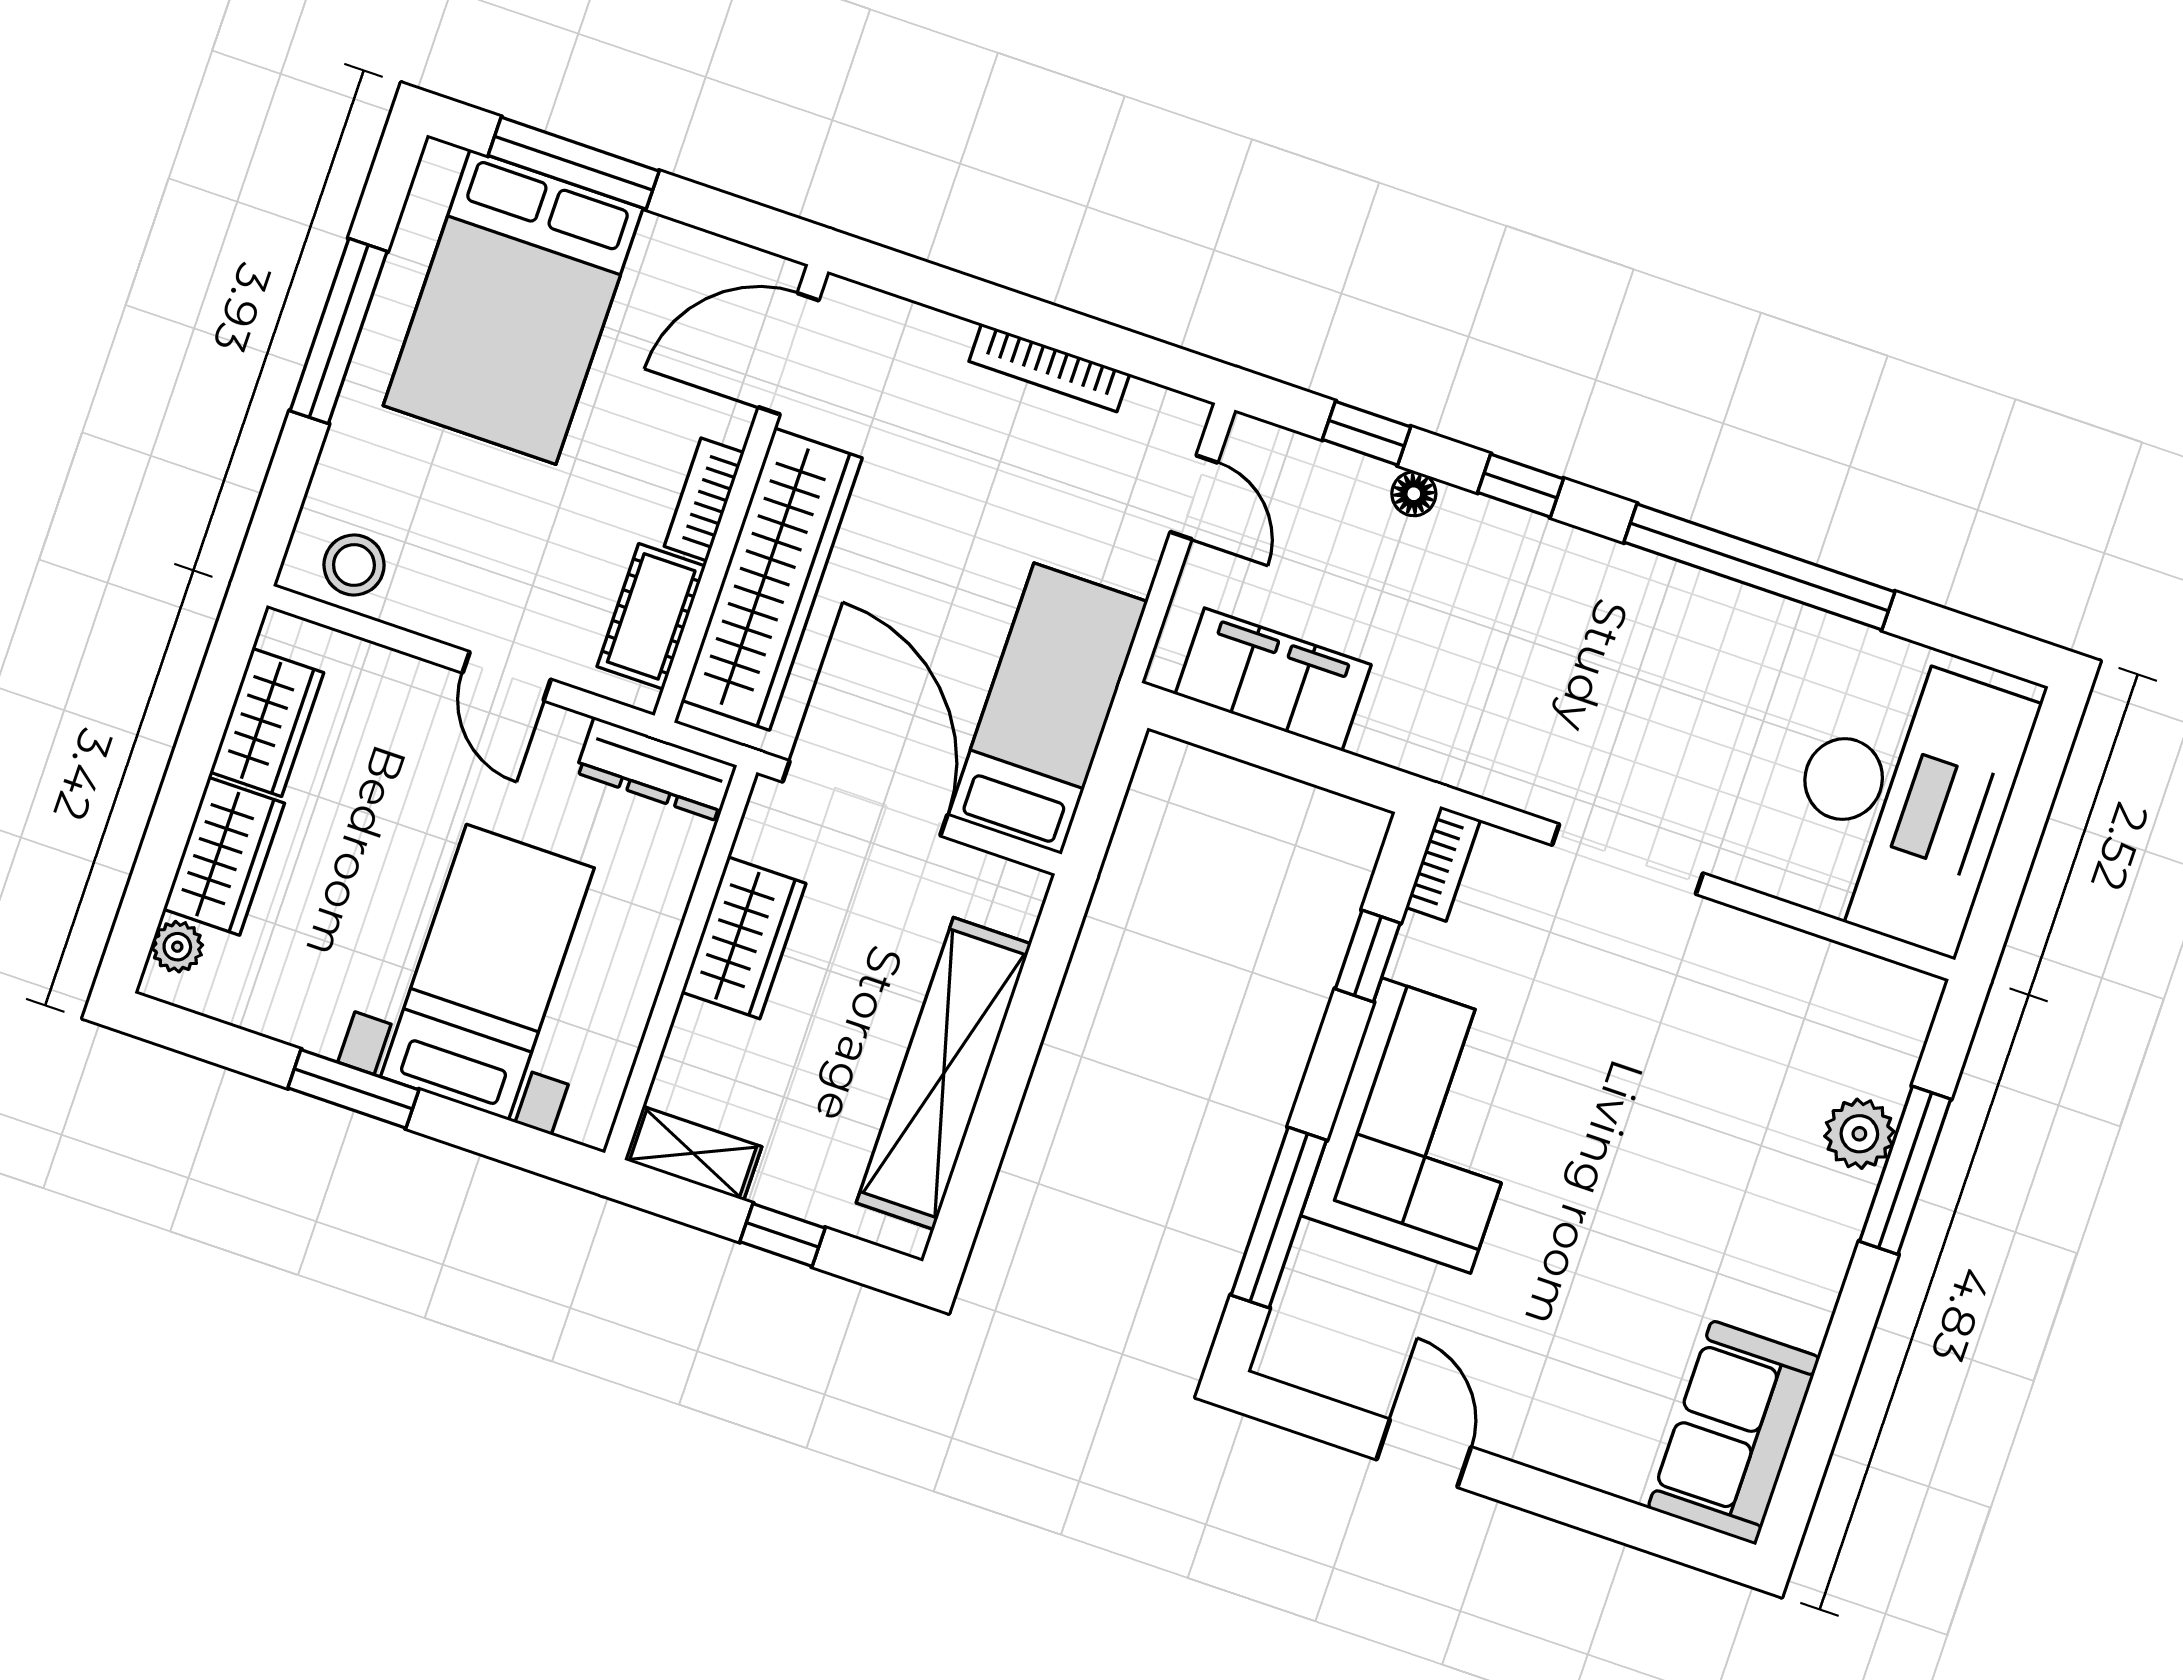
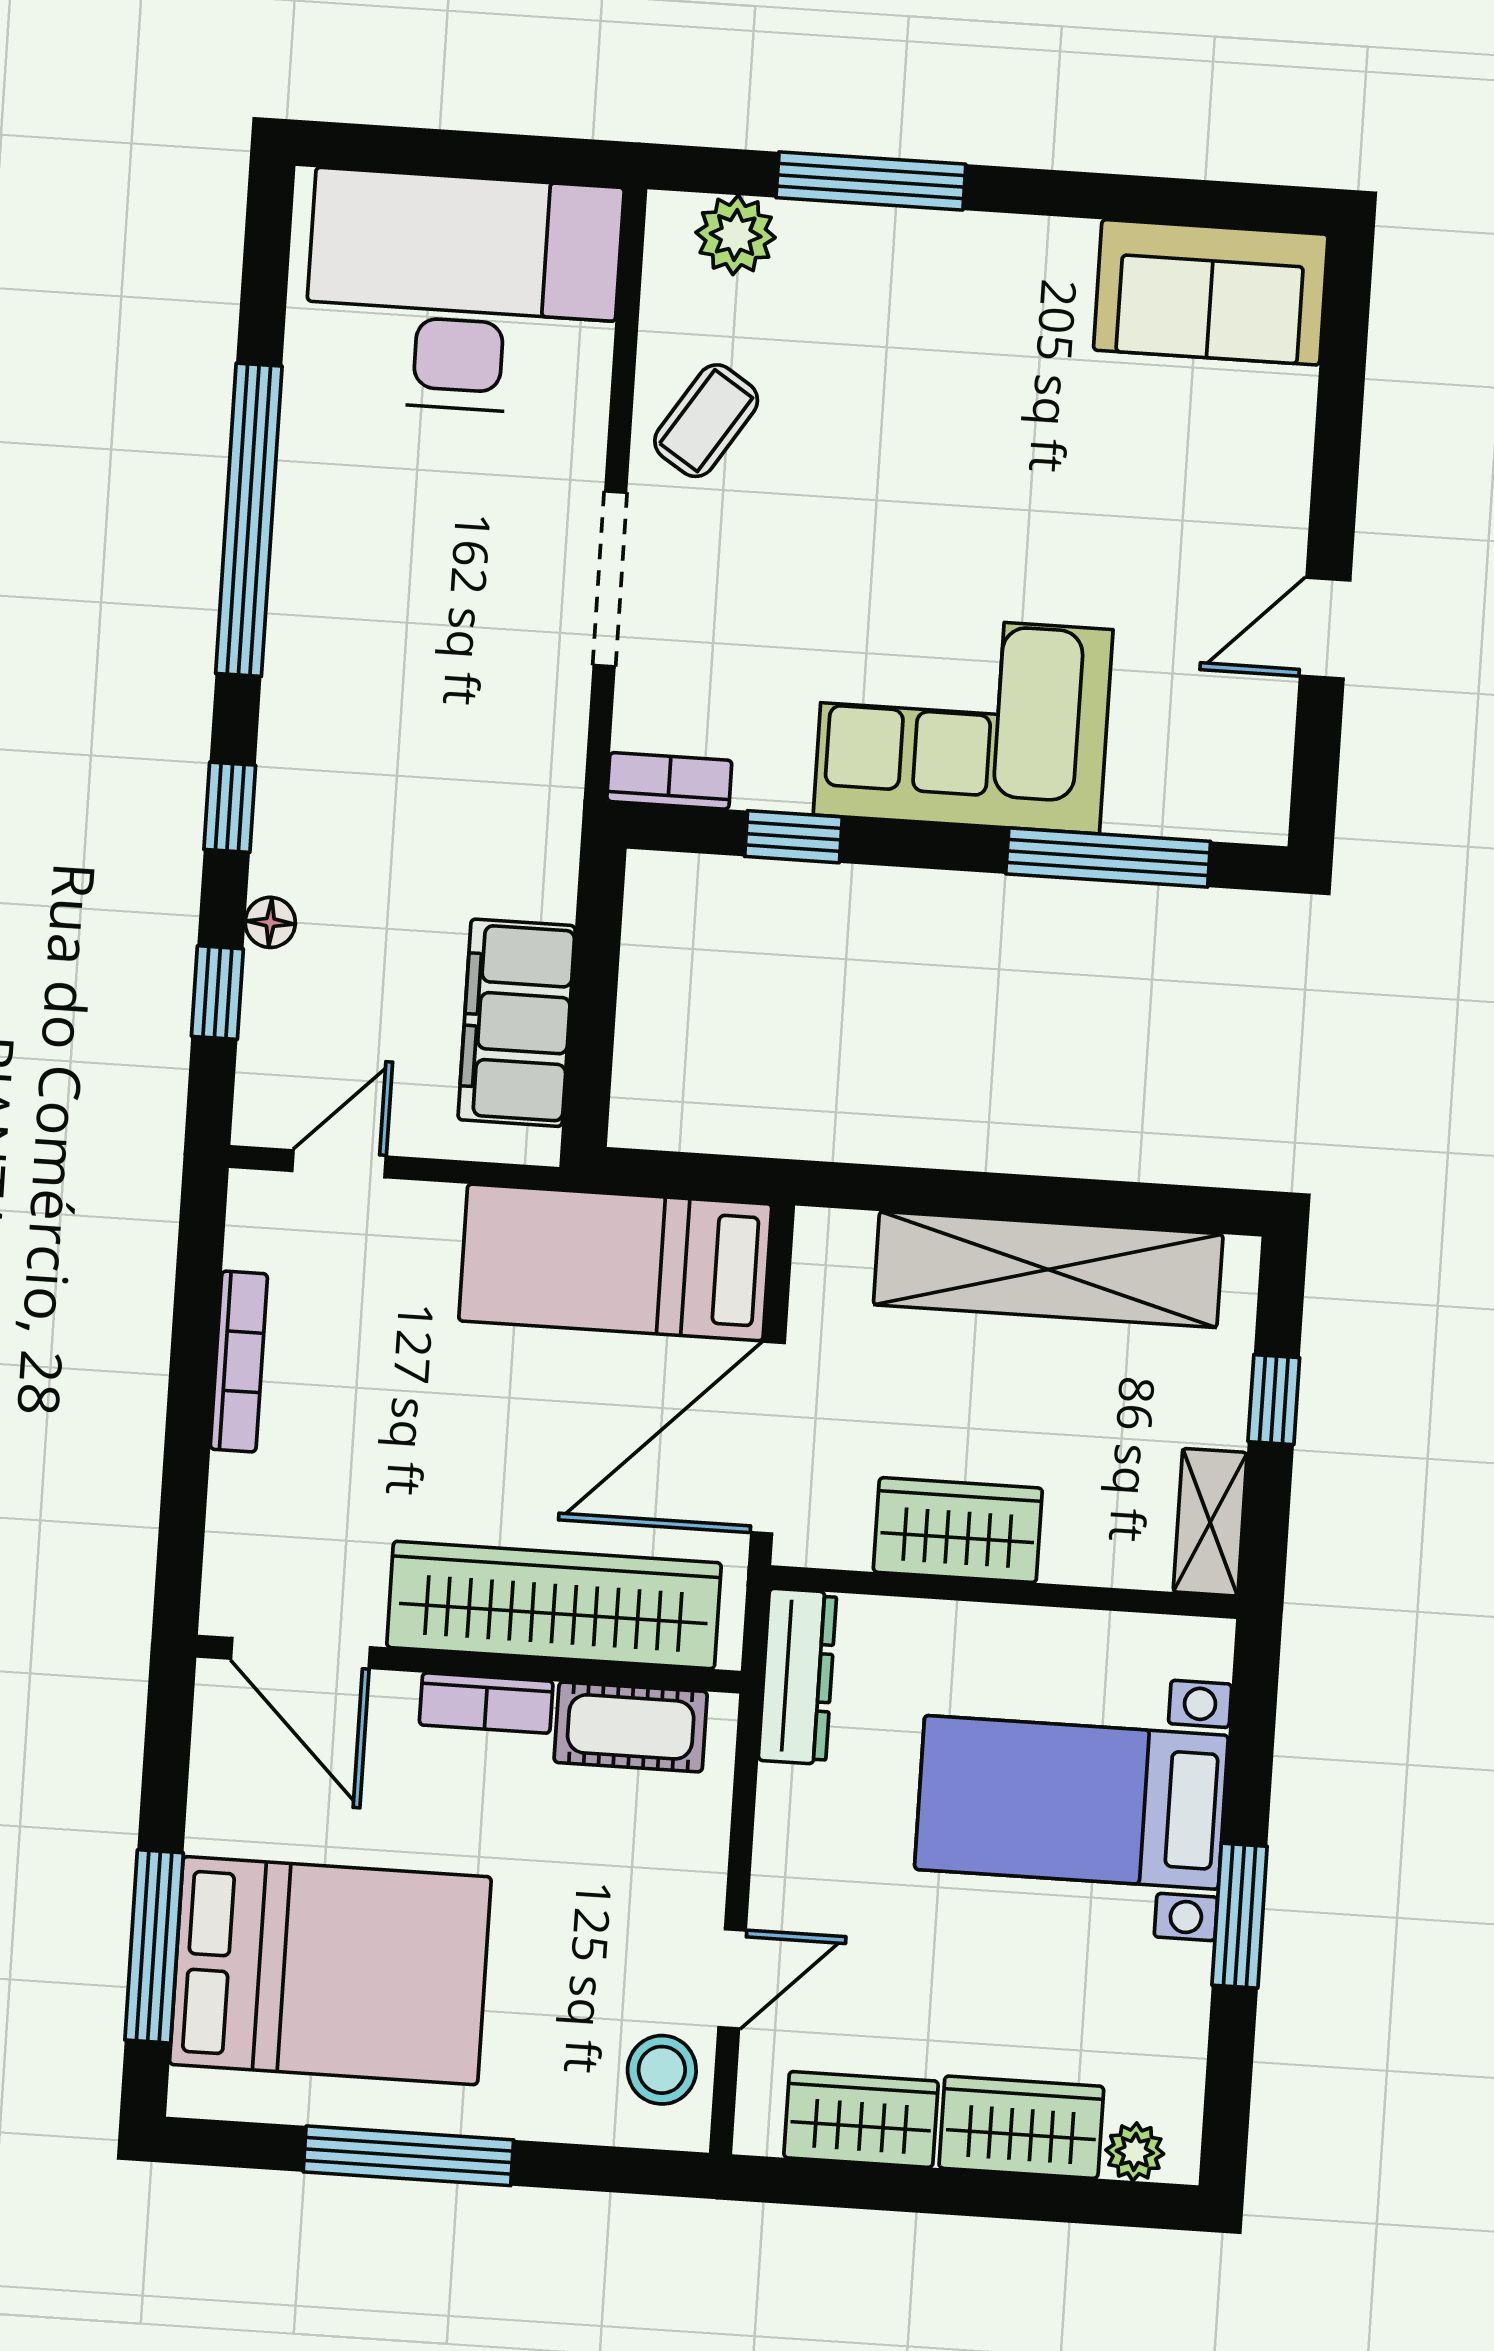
door: (507, 676) -> (732, 1979), moved
coffee table: (1740, 976) -> (706, 421), added
plant: (1859, 1134) -> (736, 235), moved

